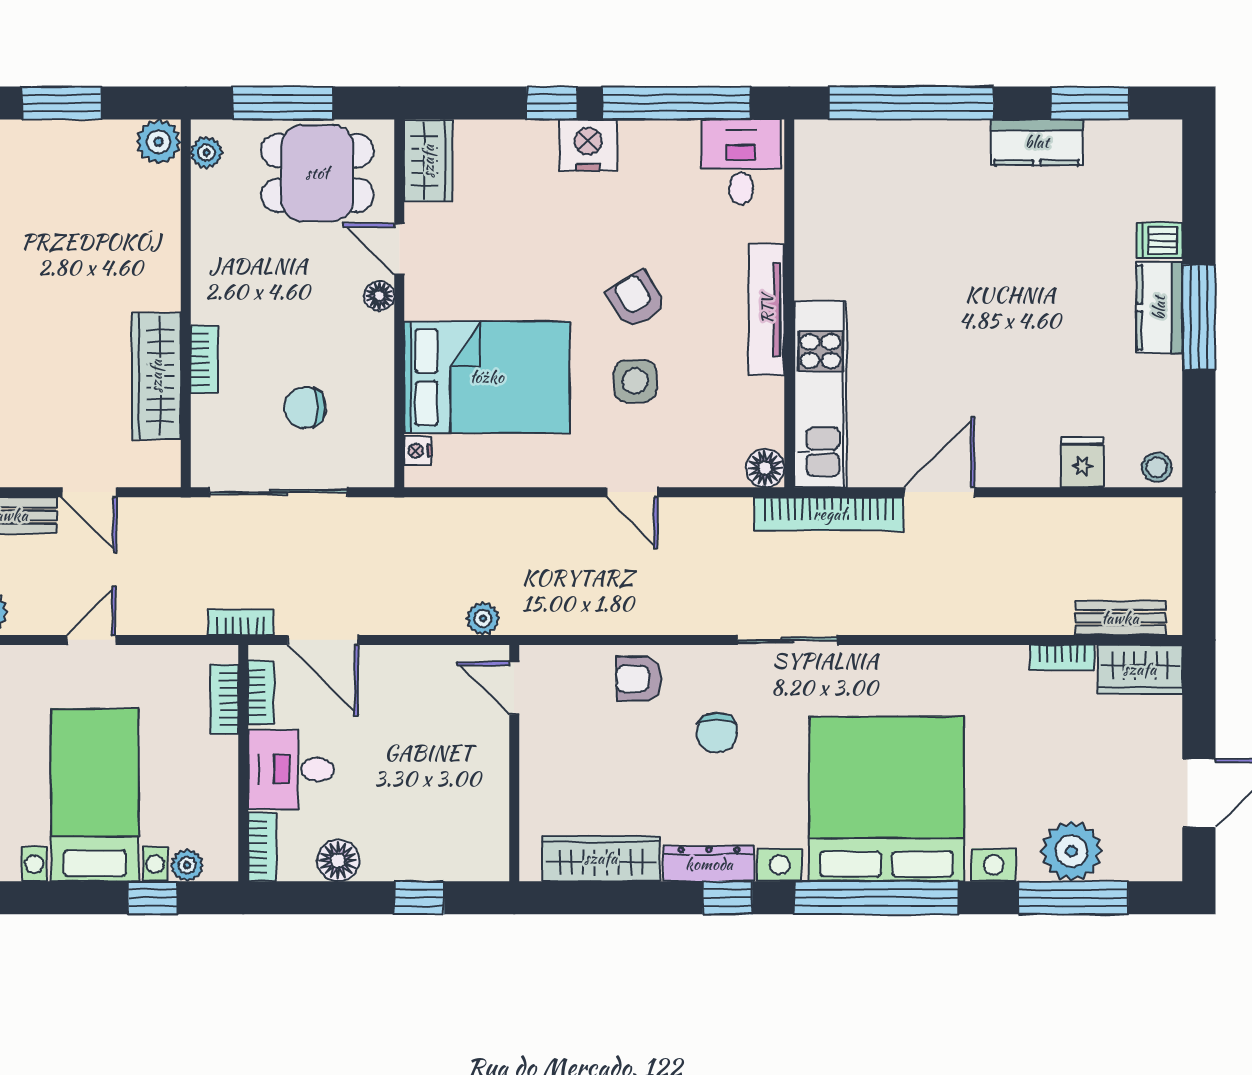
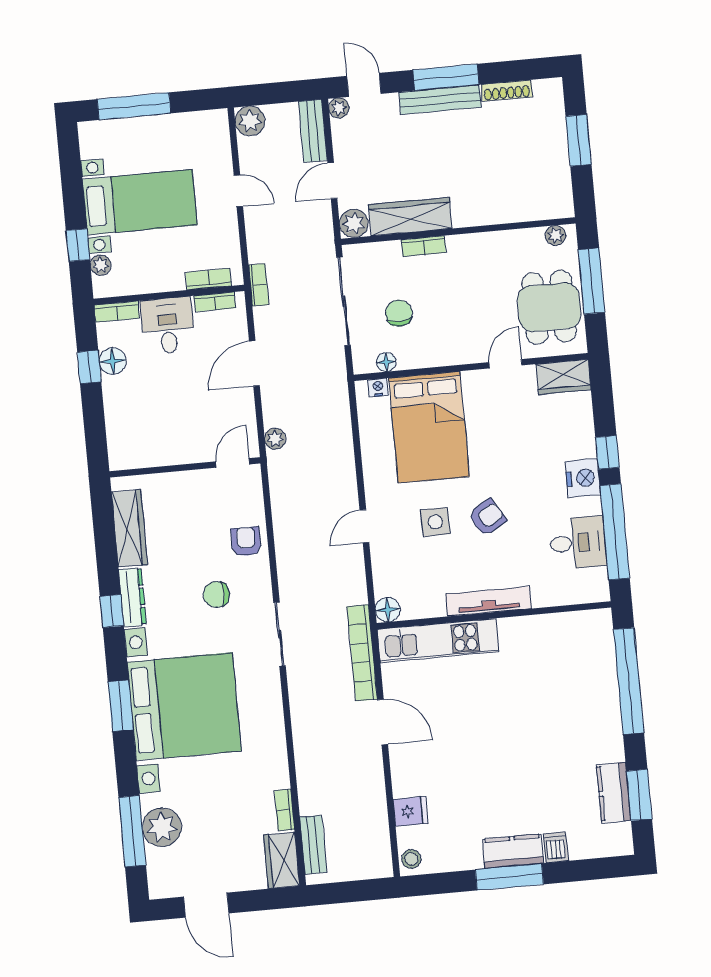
plant: (159, 142) -> (354, 223), moved
kitchen counter: (1037, 142) -> (614, 793), moved
desk: (741, 162) -> (578, 543), moved
floor lamp: (379, 296) -> (386, 362), moved
door: (323, 640) -> (254, 364), moved
window: (419, 898) -> (89, 367), moved
window: (876, 898) -> (121, 706), width x0.47

